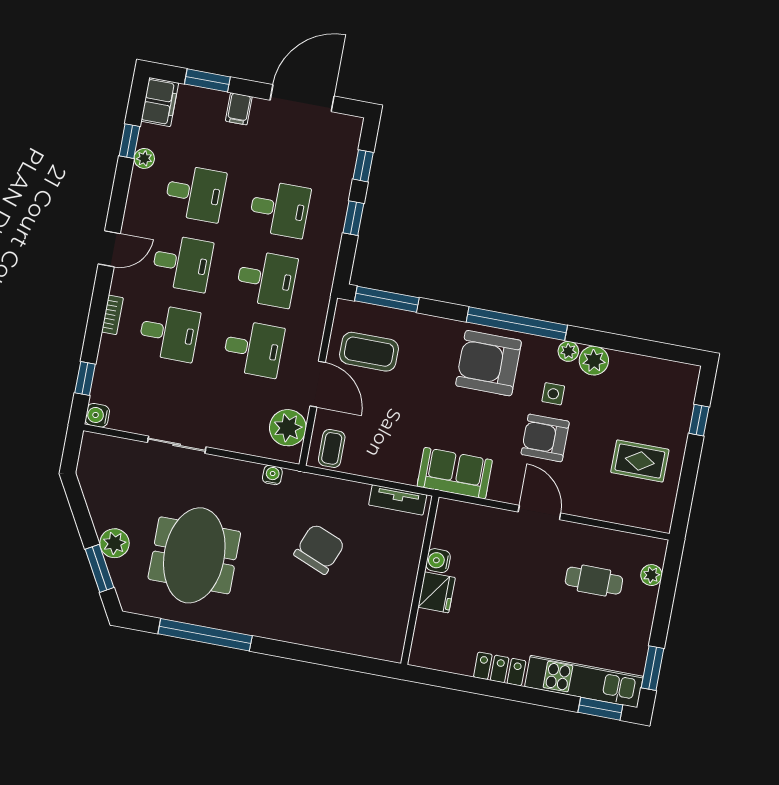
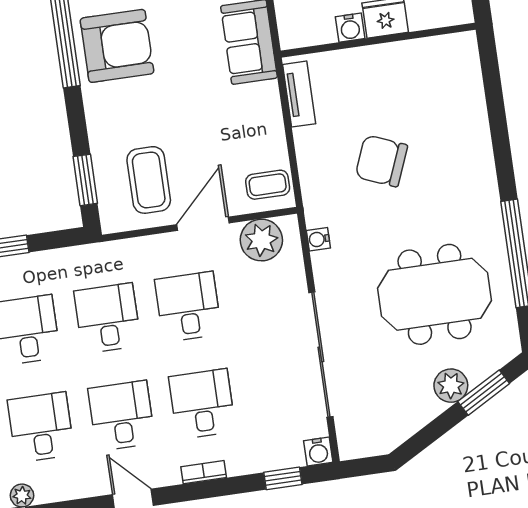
window: (387, 299) -> (85, 180), width x0.69
armchair: (489, 363) -> (117, 46), turned -90
sliding door: (177, 445) -> (321, 354), width x1.86

